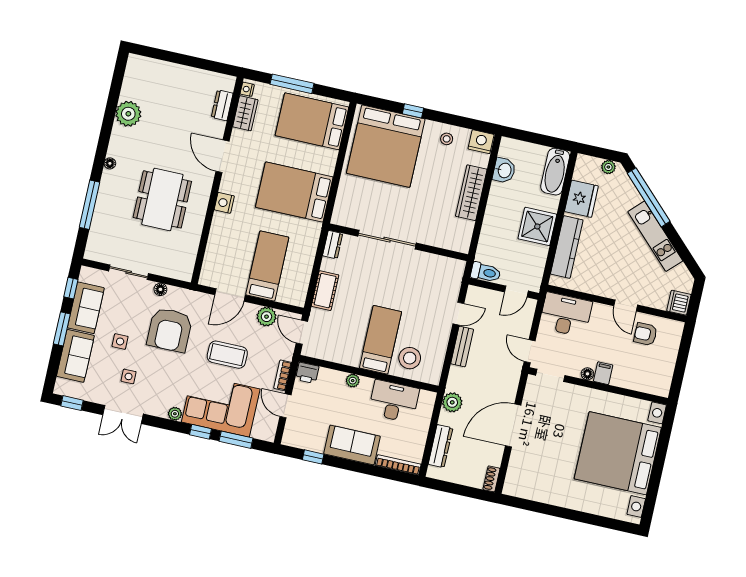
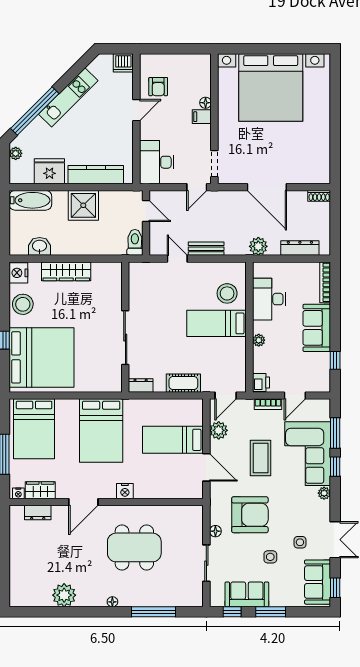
stool: (447, 139) -> (23, 304), width x1.89, depth x1.89
sofa: (75, 356) -> (318, 582), moved, turned -90
floor lamp: (587, 374) -> (206, 103), moved

